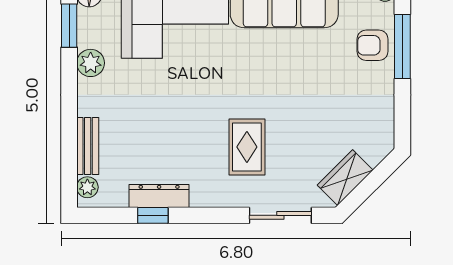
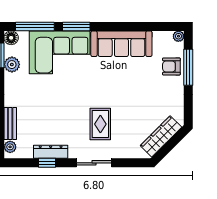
plant: (91, 63) -> (12, 65), moved
wardrobe: (345, 178) -> (161, 136), width x1.50
sliding door: (280, 215) -> (94, 163), moved

